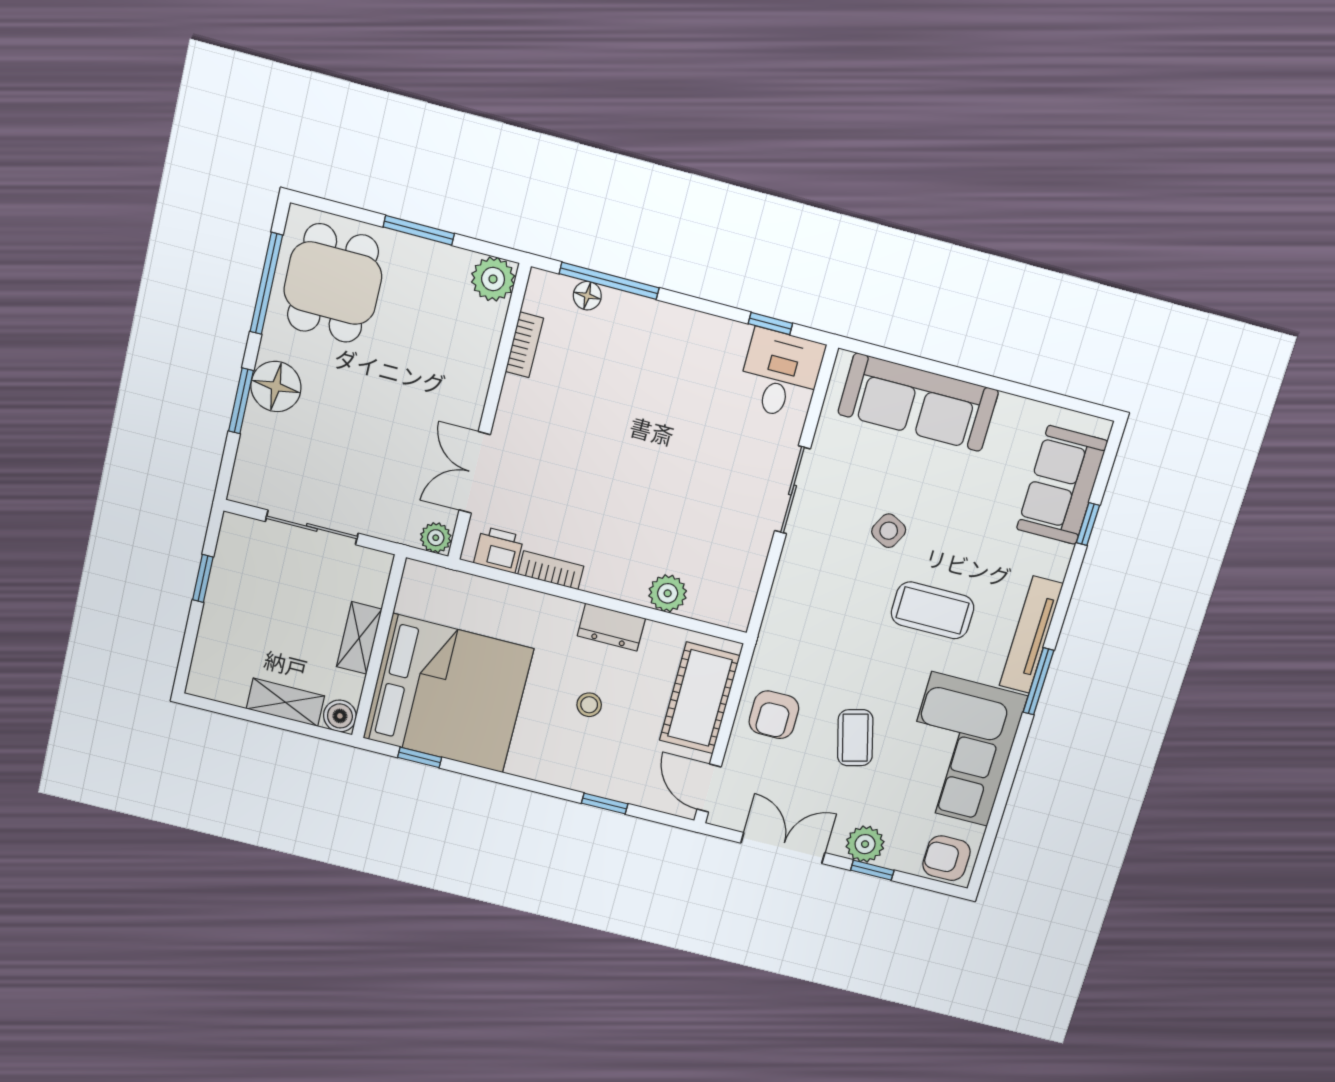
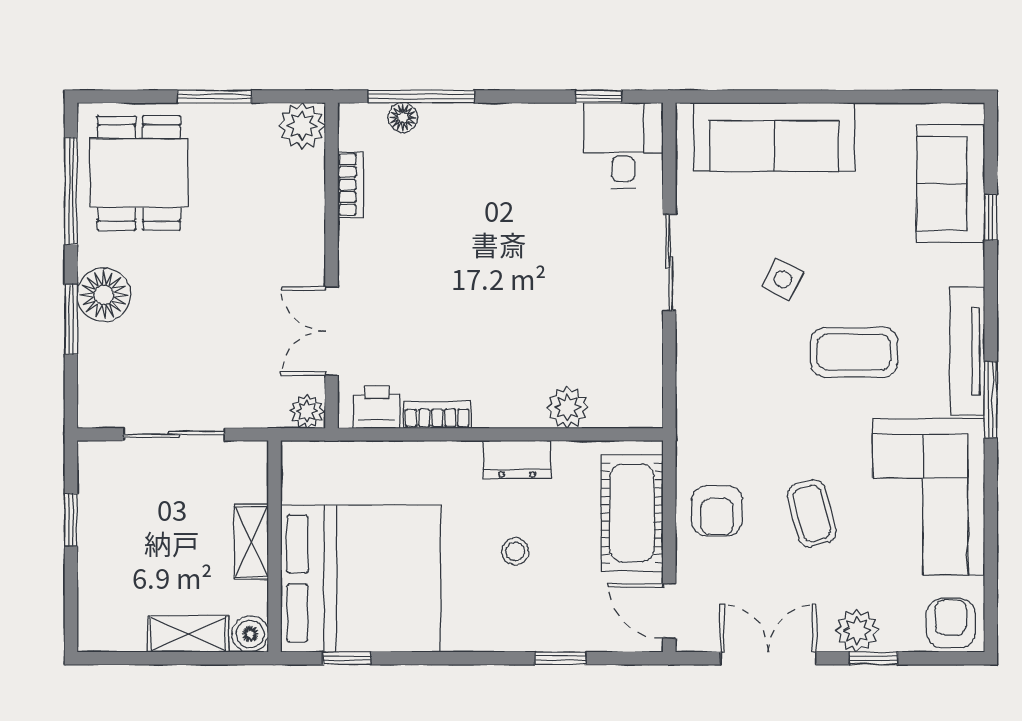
armchair: (946, 858) -> (951, 623), turned 90

